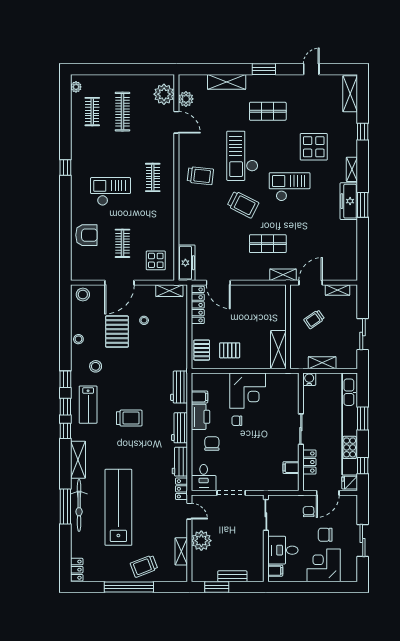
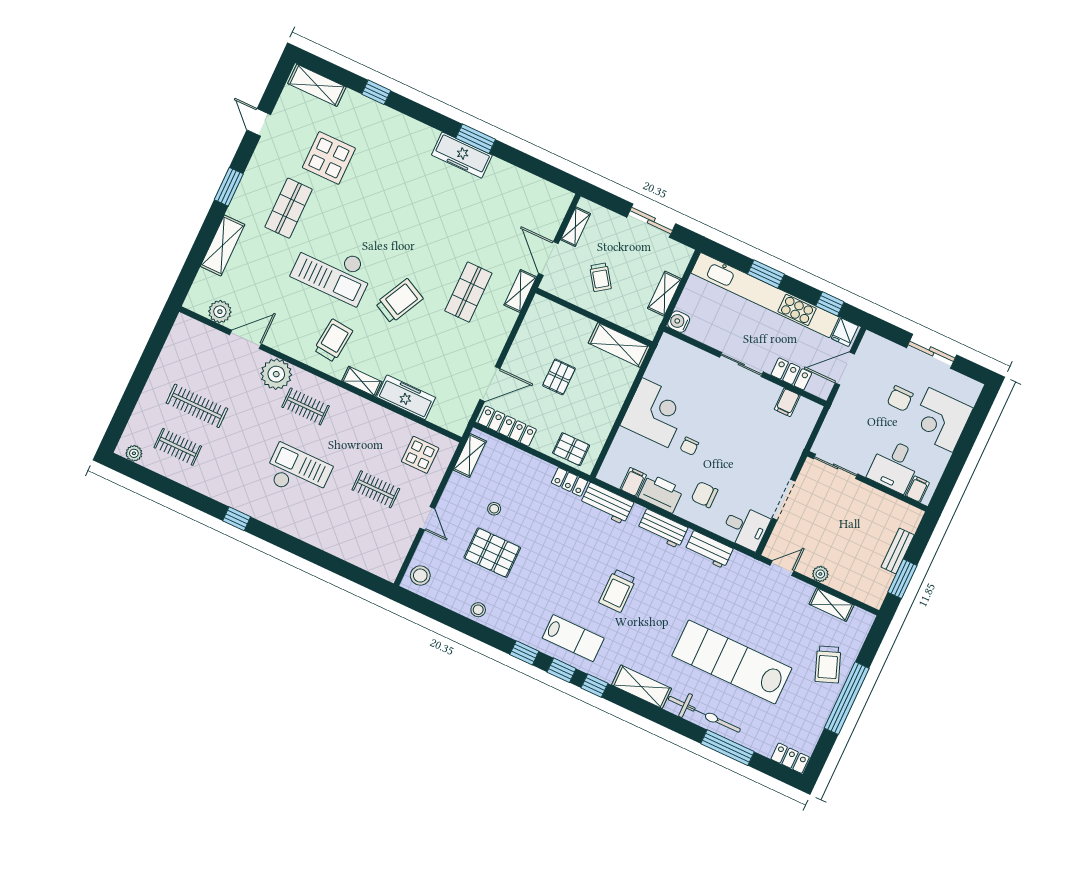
plant: (164, 94) -> (276, 374), moved
display table: (314, 147) -> (329, 158), moved
shelving: (352, 169) -> (362, 381), moved
checkout: (290, 187) -> (405, 226), removed
checkout: (110, 191) -> (298, 473), turned 90
armchair: (86, 235) -> (342, 533), removed
freezer: (187, 263) -> (406, 397), moved
door: (119, 283) -> (427, 518), width x0.53
pallet: (230, 350) -> (559, 377), moved
stool: (96, 366) -> (526, 604), removed
trolley: (129, 418) -> (617, 591), turned 180
locker: (182, 489) -> (570, 482), moved
door: (328, 493) -> (845, 369), swing flipped
window: (65, 506) -> (727, 748), moved
chair: (309, 512) -> (858, 406), removed
plant: (201, 541) -> (820, 574), width x0.53, depth x0.53

